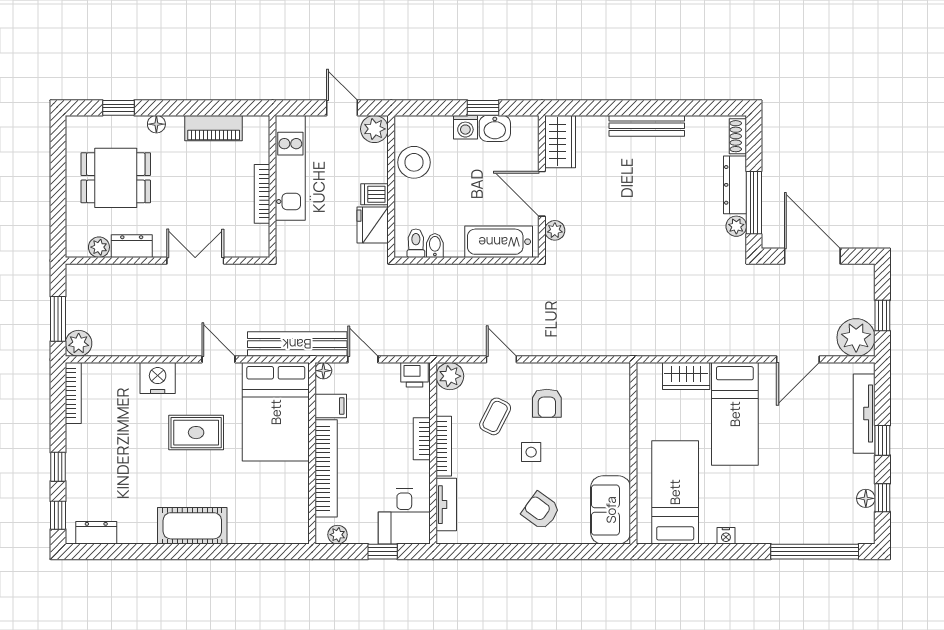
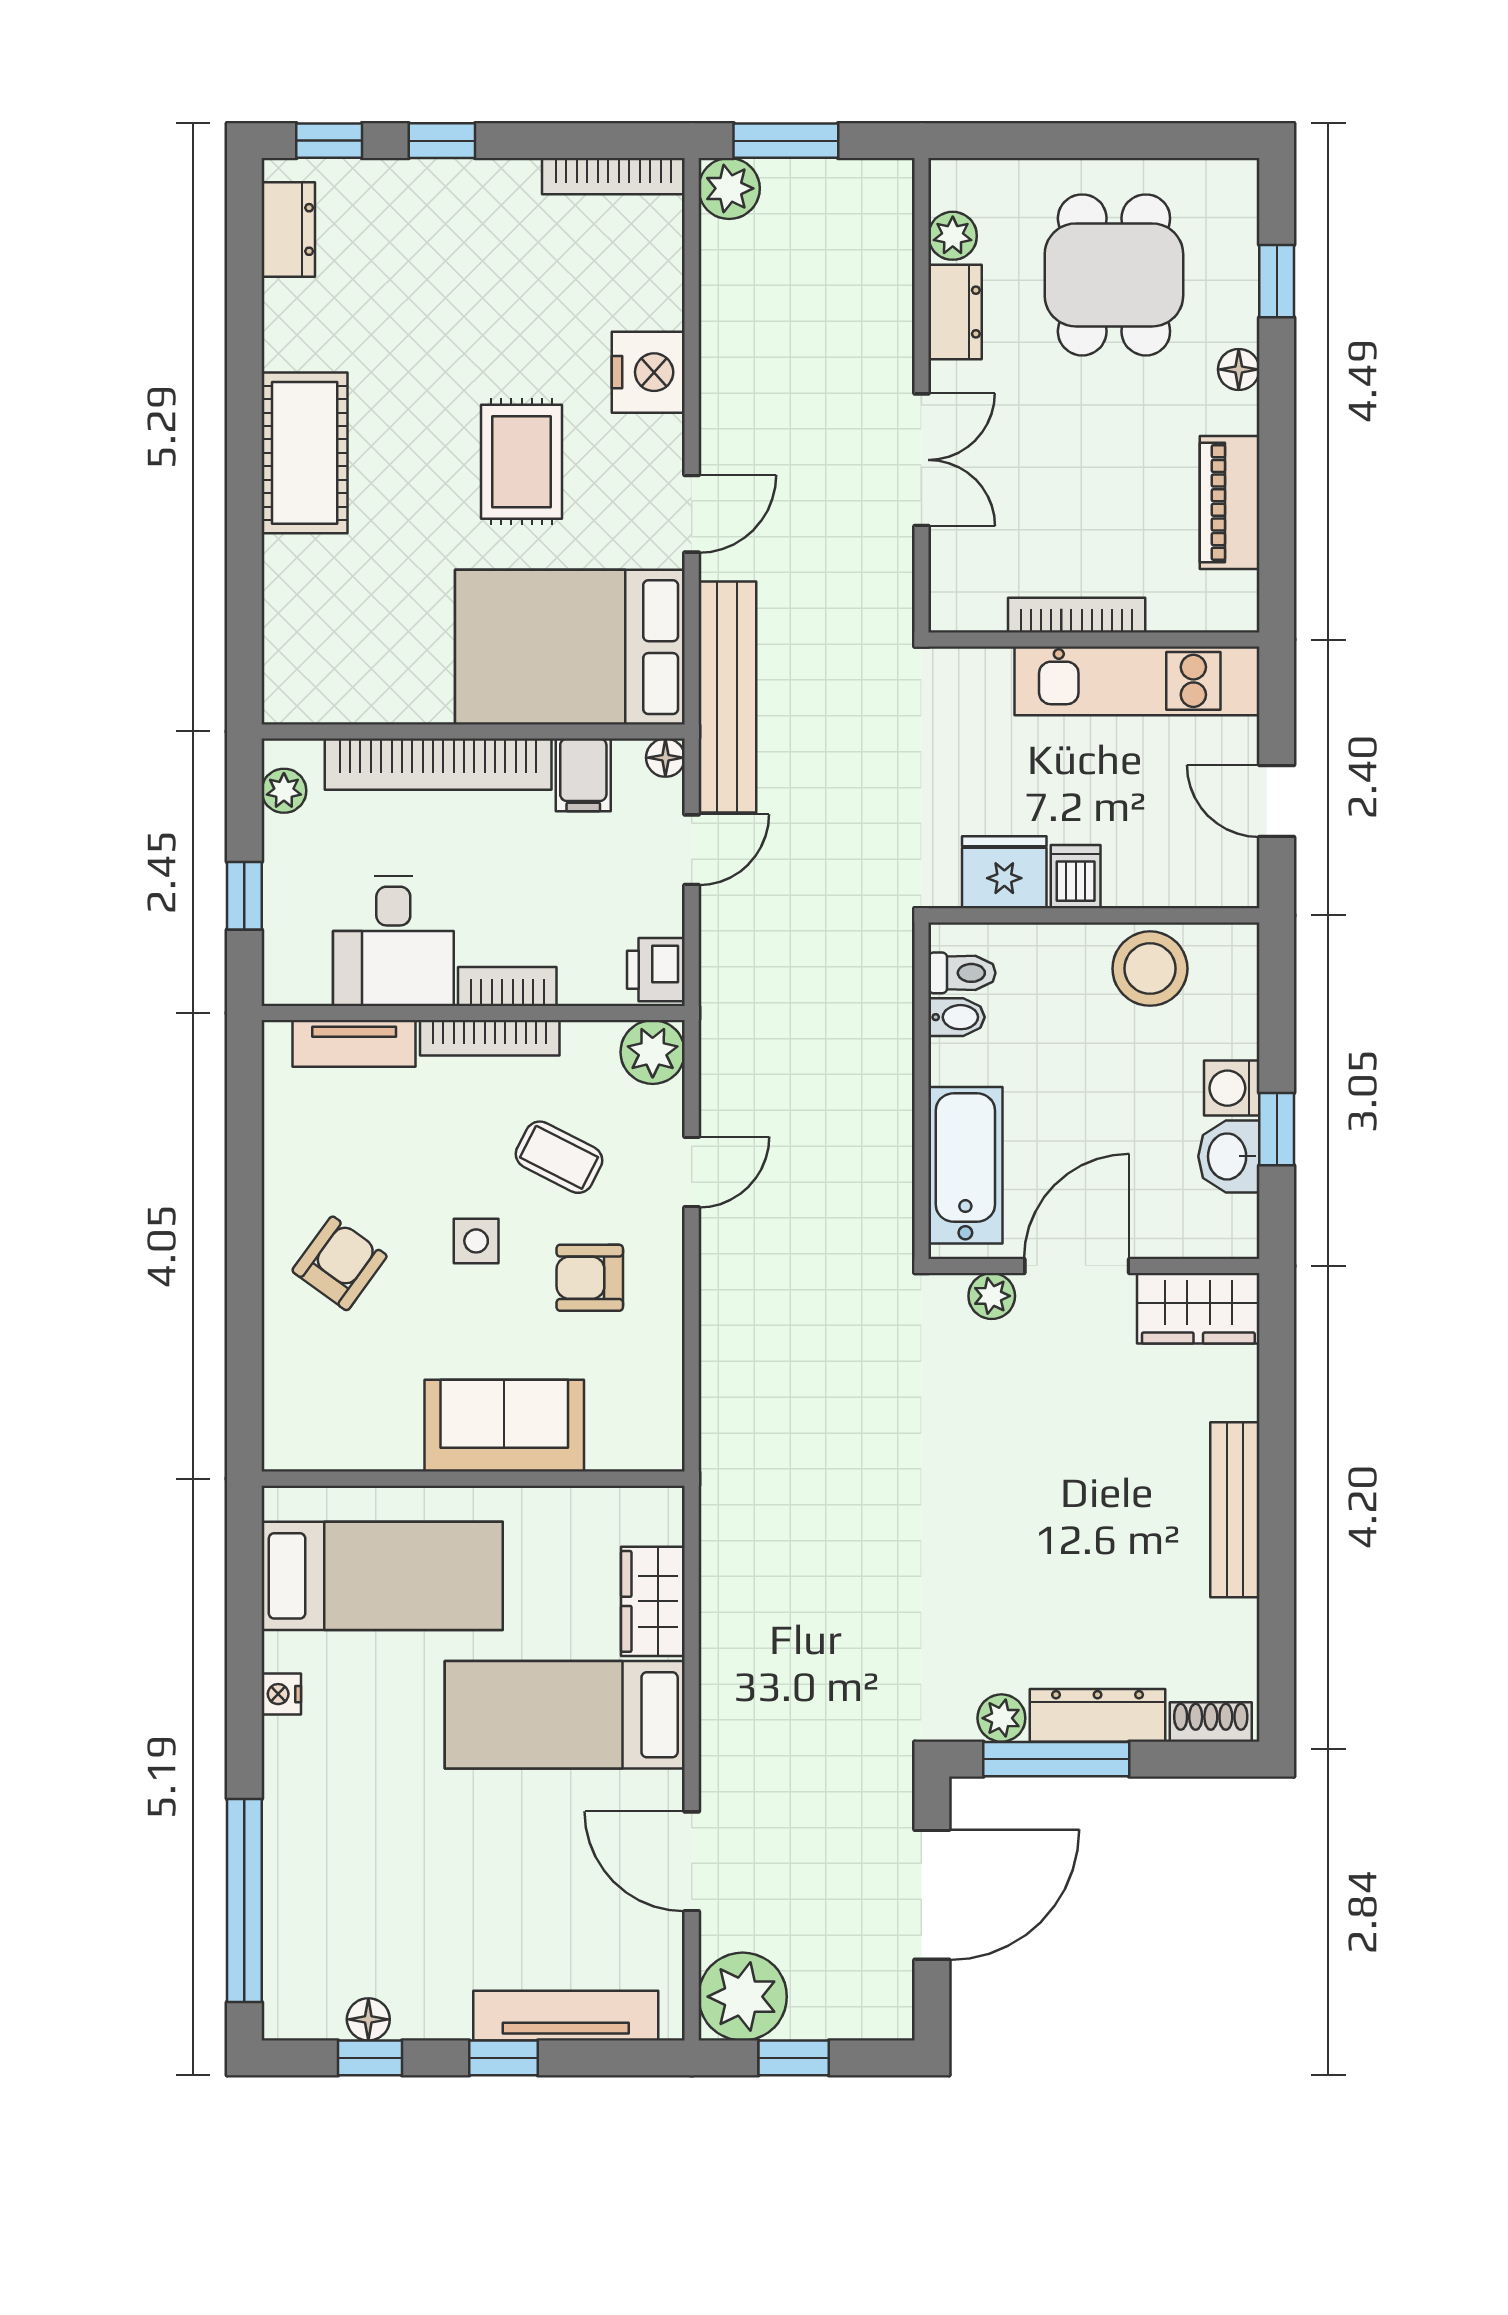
door: (342, 108) -> (1277, 801), swing flipped
plant: (374, 129) -> (1227, 877), removed
sofa: (611, 510) -> (504, 1426), moved
desk: (404, 516) -> (393, 941), moved, turned -90

